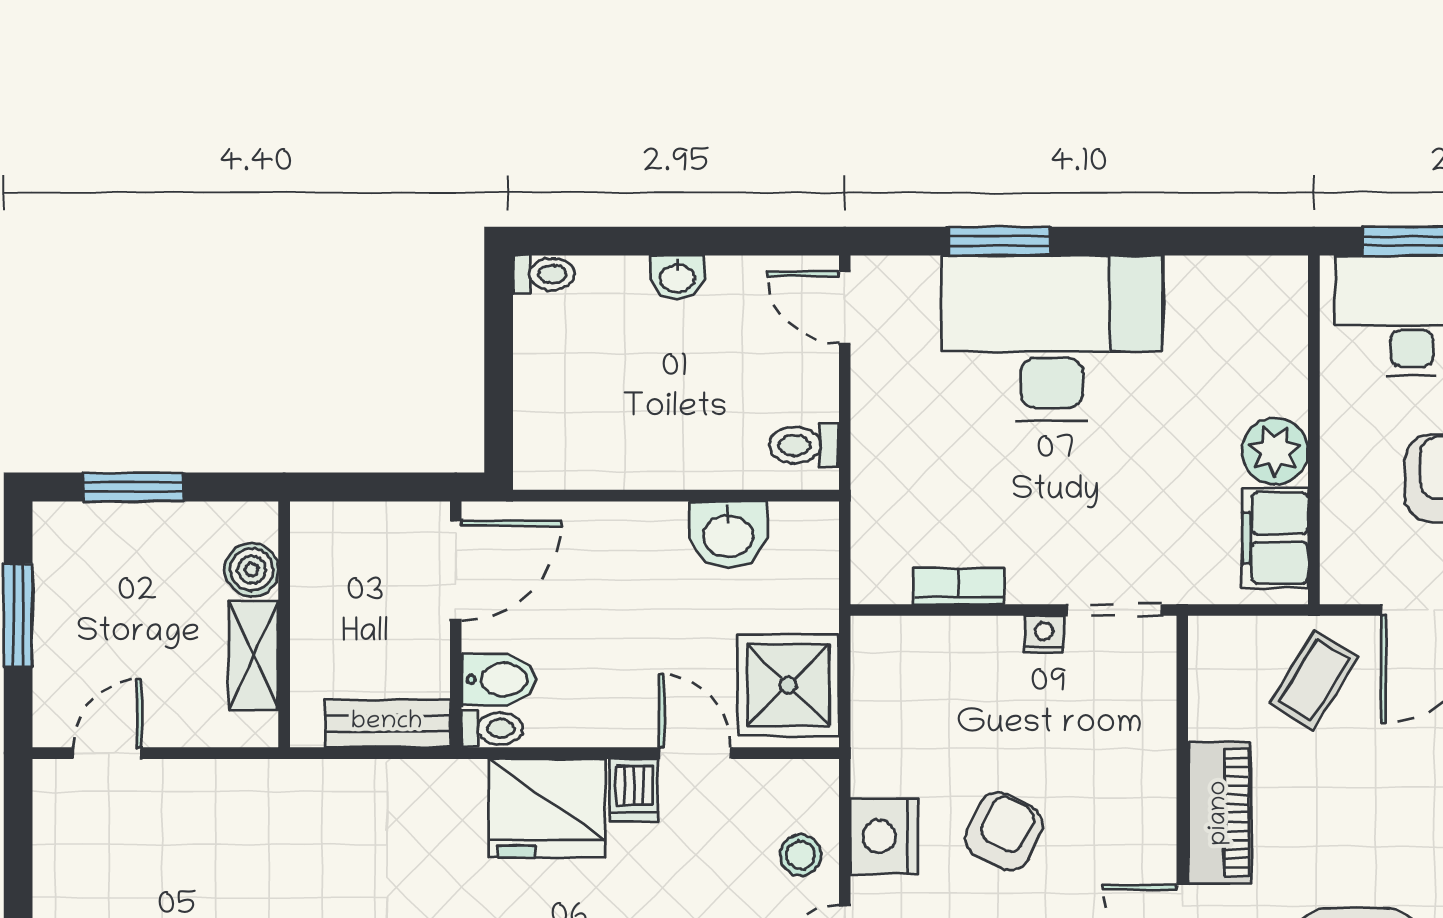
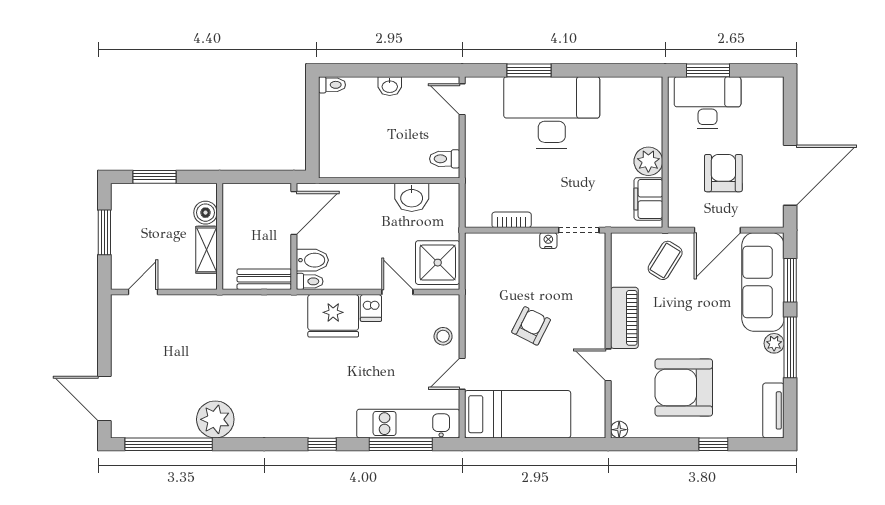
nightstand: (884, 837) -> (479, 328), removed

